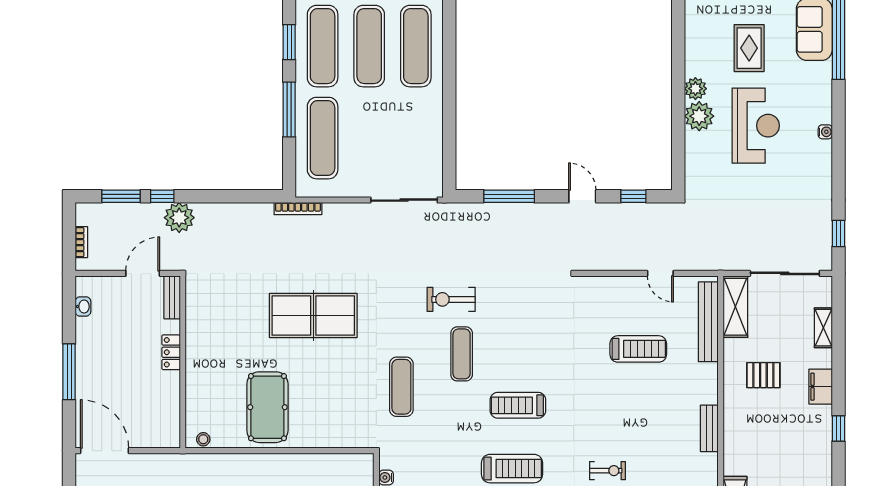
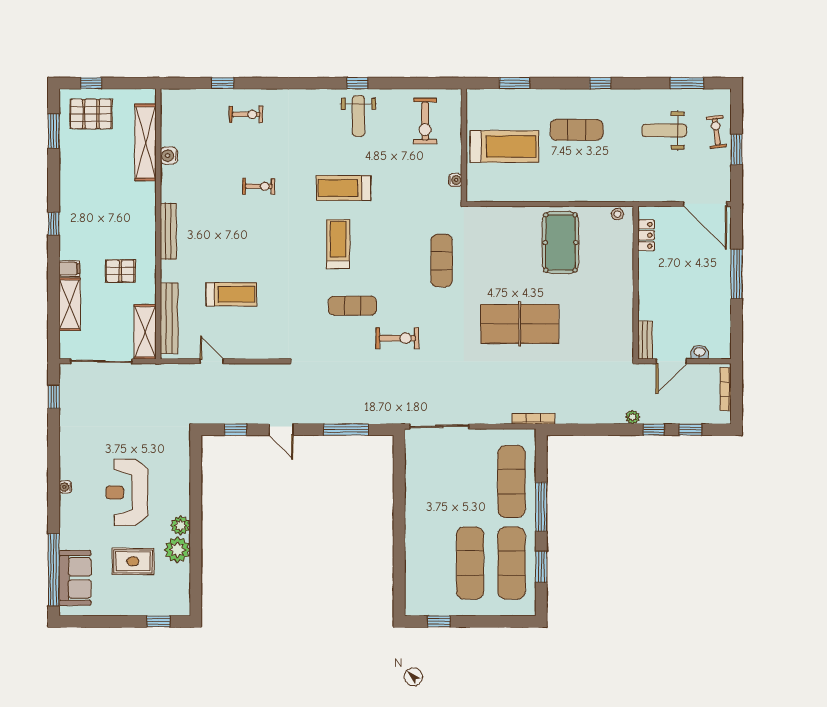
exercise mat: (416, 46) -> (429, 563), removed
rug: (749, 48) -> (133, 561), turned 90
plant: (699, 116) -> (177, 550), moved
window: (121, 196) -> (690, 430), width x0.67
plant: (179, 218) -> (633, 417), width x0.53, depth x0.53
bookcase: (81, 242) -> (726, 389), width x1.56
washbasin: (83, 306) -> (700, 352), moved, turned 90
shelving: (823, 328) -> (70, 304), width x1.50, depth x1.33
treadmill: (638, 349) -> (231, 294), turned 180
locker: (171, 352) -> (646, 235), moved
exercise mat: (462, 354) -> (352, 306), moved, turned 90
filing cabinet: (821, 387) -> (69, 269), width x0.50
treadmill: (518, 405) -> (338, 244), turned -90
bench: (709, 428) -> (168, 231), width x1.36
exercise bike: (607, 471) -> (259, 186), turned 180

